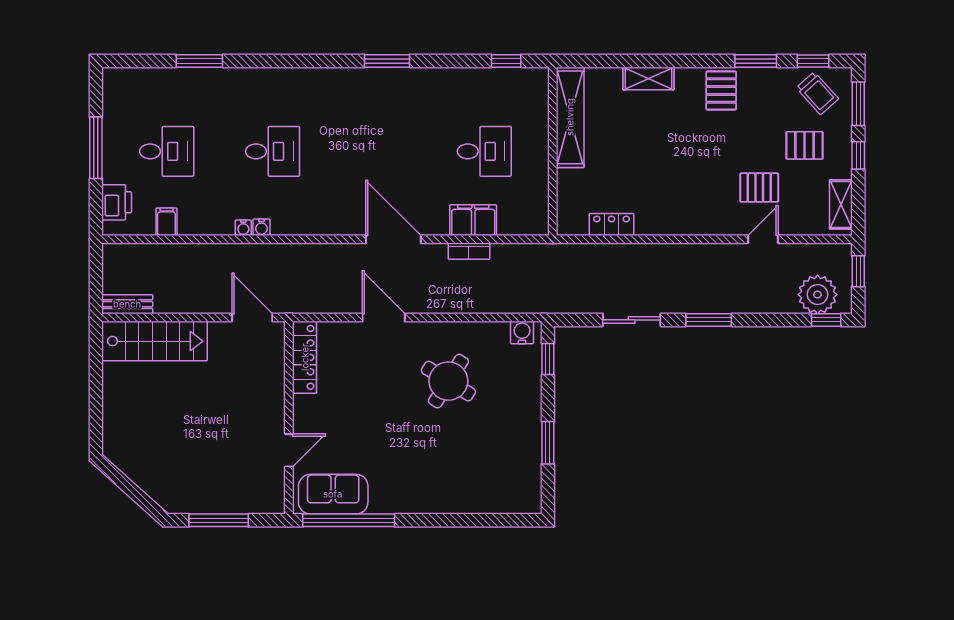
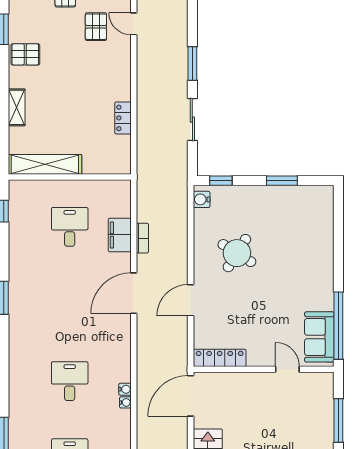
locker: (612, 225) -> (123, 118), moved
door: (252, 318) -> (191, 396), width x1.36

